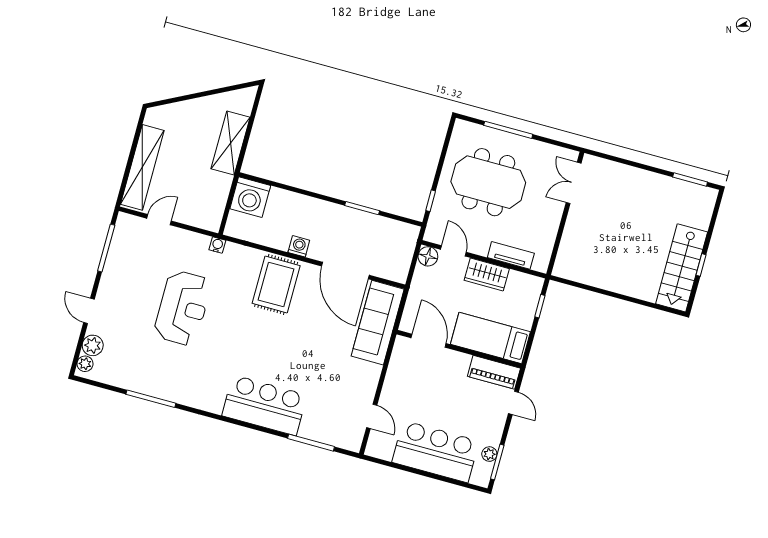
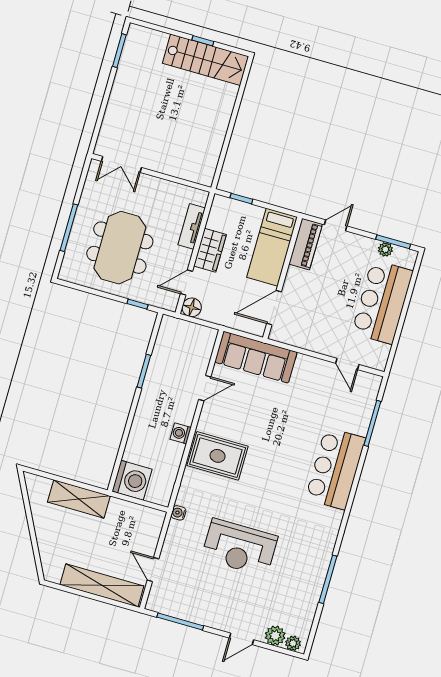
door: (345, 271) -> (205, 388), width x0.53
reception desk: (183, 308) -> (240, 547), turned 180
door: (372, 416) -> (347, 364), swing flipped

